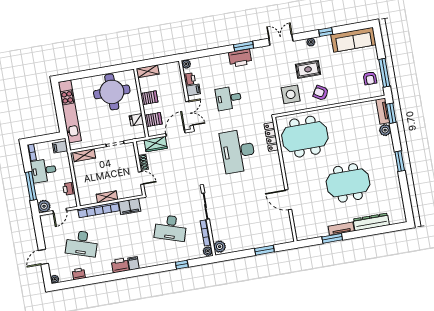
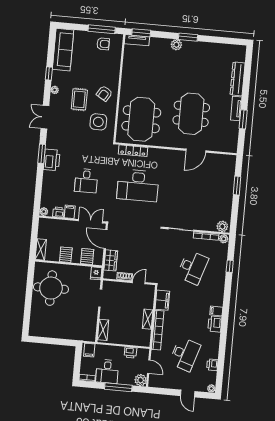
kitchen unit: (70, 111) -> (59, 332), removed
fridge: (136, 120) -> (96, 273), moved
plant: (385, 130) -> (176, 45), moved
meeting table: (348, 183) -> (191, 114), moved

